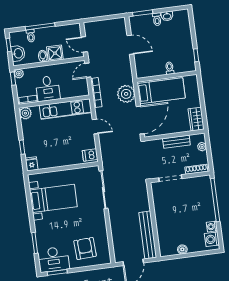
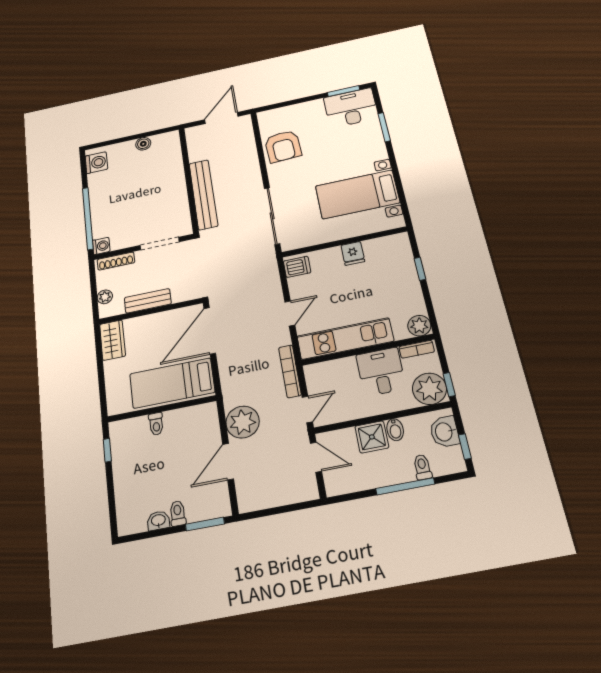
door: (130, 45) -> (228, 462), hinge flipped
plant: (19, 74) -> (429, 389), width x1.88, depth x1.88
plant: (126, 94) -> (243, 422), moved
door: (95, 127) -> (290, 313), swing flipped
fridge: (32, 164) -> (353, 253), moved
washing machine: (212, 227) -> (101, 246), moved
bench: (148, 235) -> (203, 195), moved
armchair: (85, 248) -> (283, 146), moved

